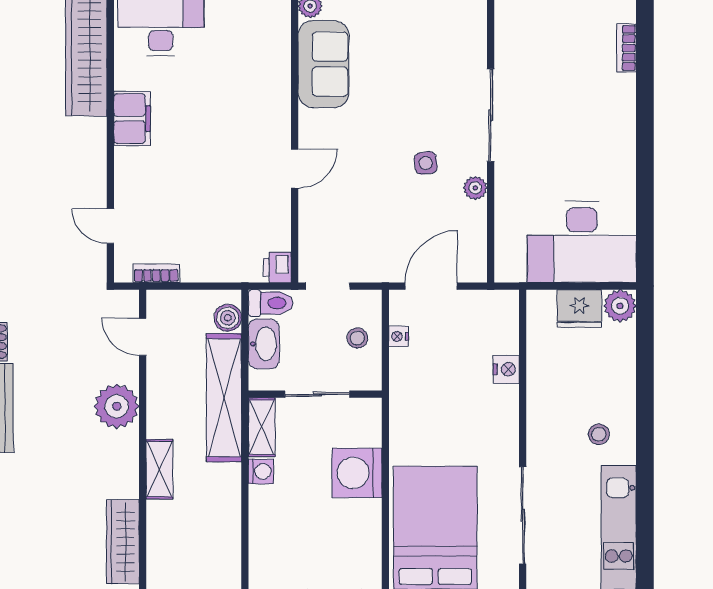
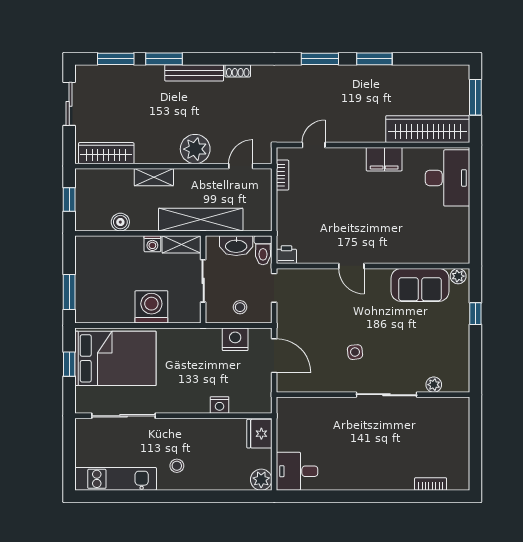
plant: (475, 188) -> (434, 385), moved
desk: (582, 242) -> (297, 471), width x0.53, depth x0.77
fridge: (579, 309) -> (259, 434), moved
boiler: (228, 318) -> (120, 222), moved
nightstand: (399, 336) -> (235, 339), width x1.89, depth x1.79

